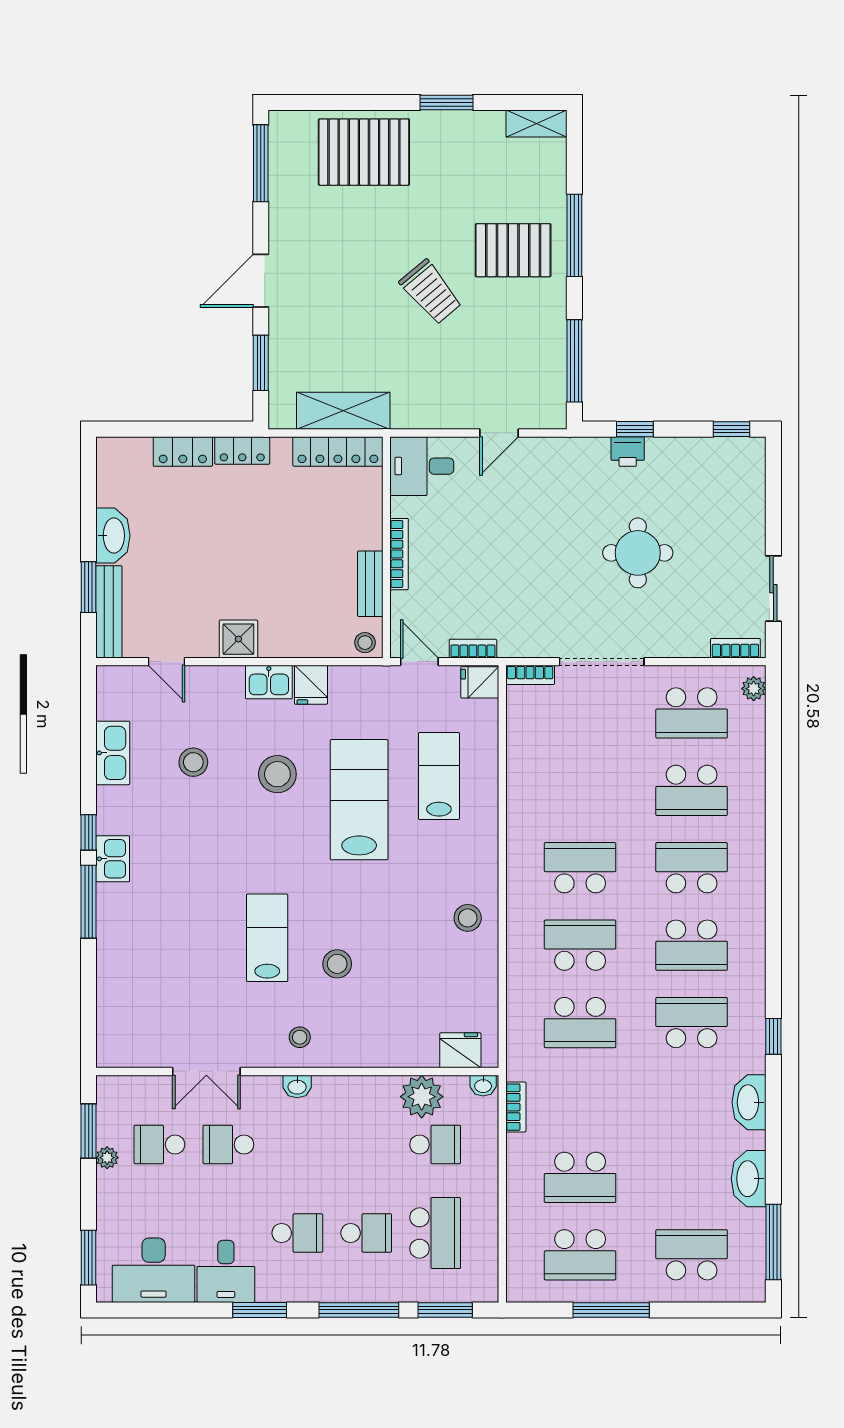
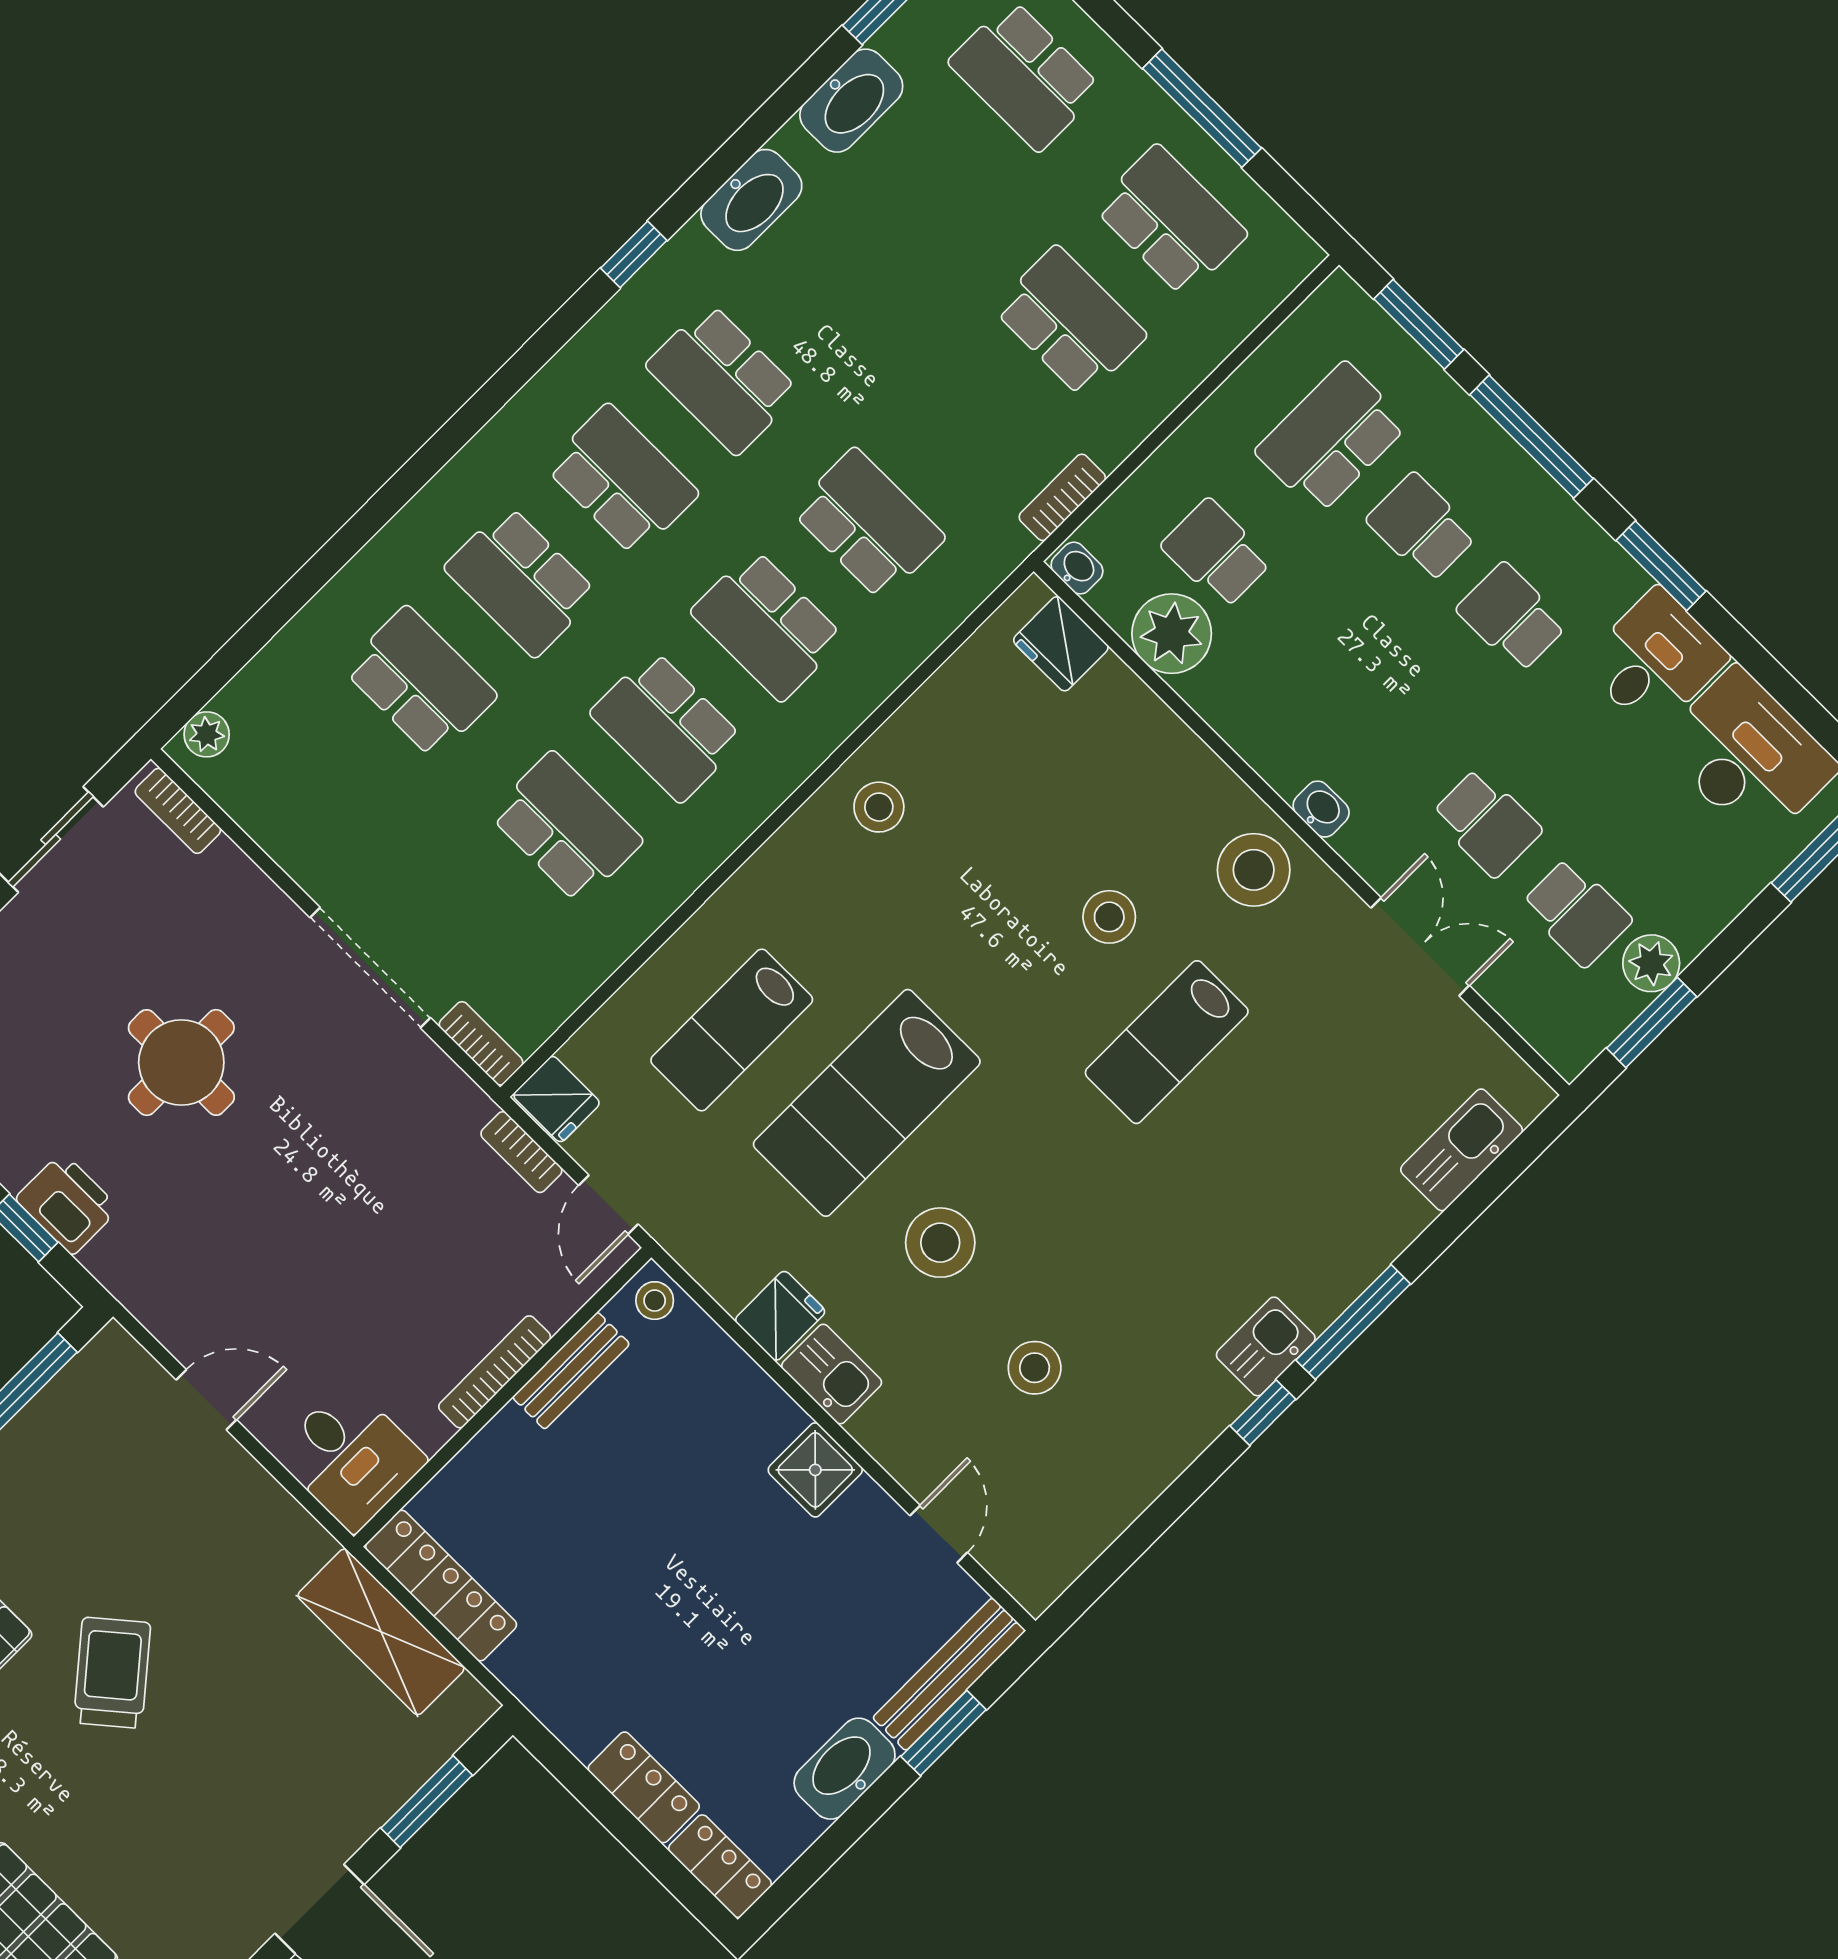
locker: (242, 450) -> (720, 1866), moved
printer: (628, 451) -> (67, 1204), width x1.36, depth x1.24
school desk: (692, 713) -> (566, 827), moved
kitchen sink: (113, 753) -> (1462, 1150), moved
stool: (300, 1037) -> (1254, 870), width x1.89, depth x1.89
plant: (107, 1158) -> (1651, 963), width x1.38, depth x1.38

